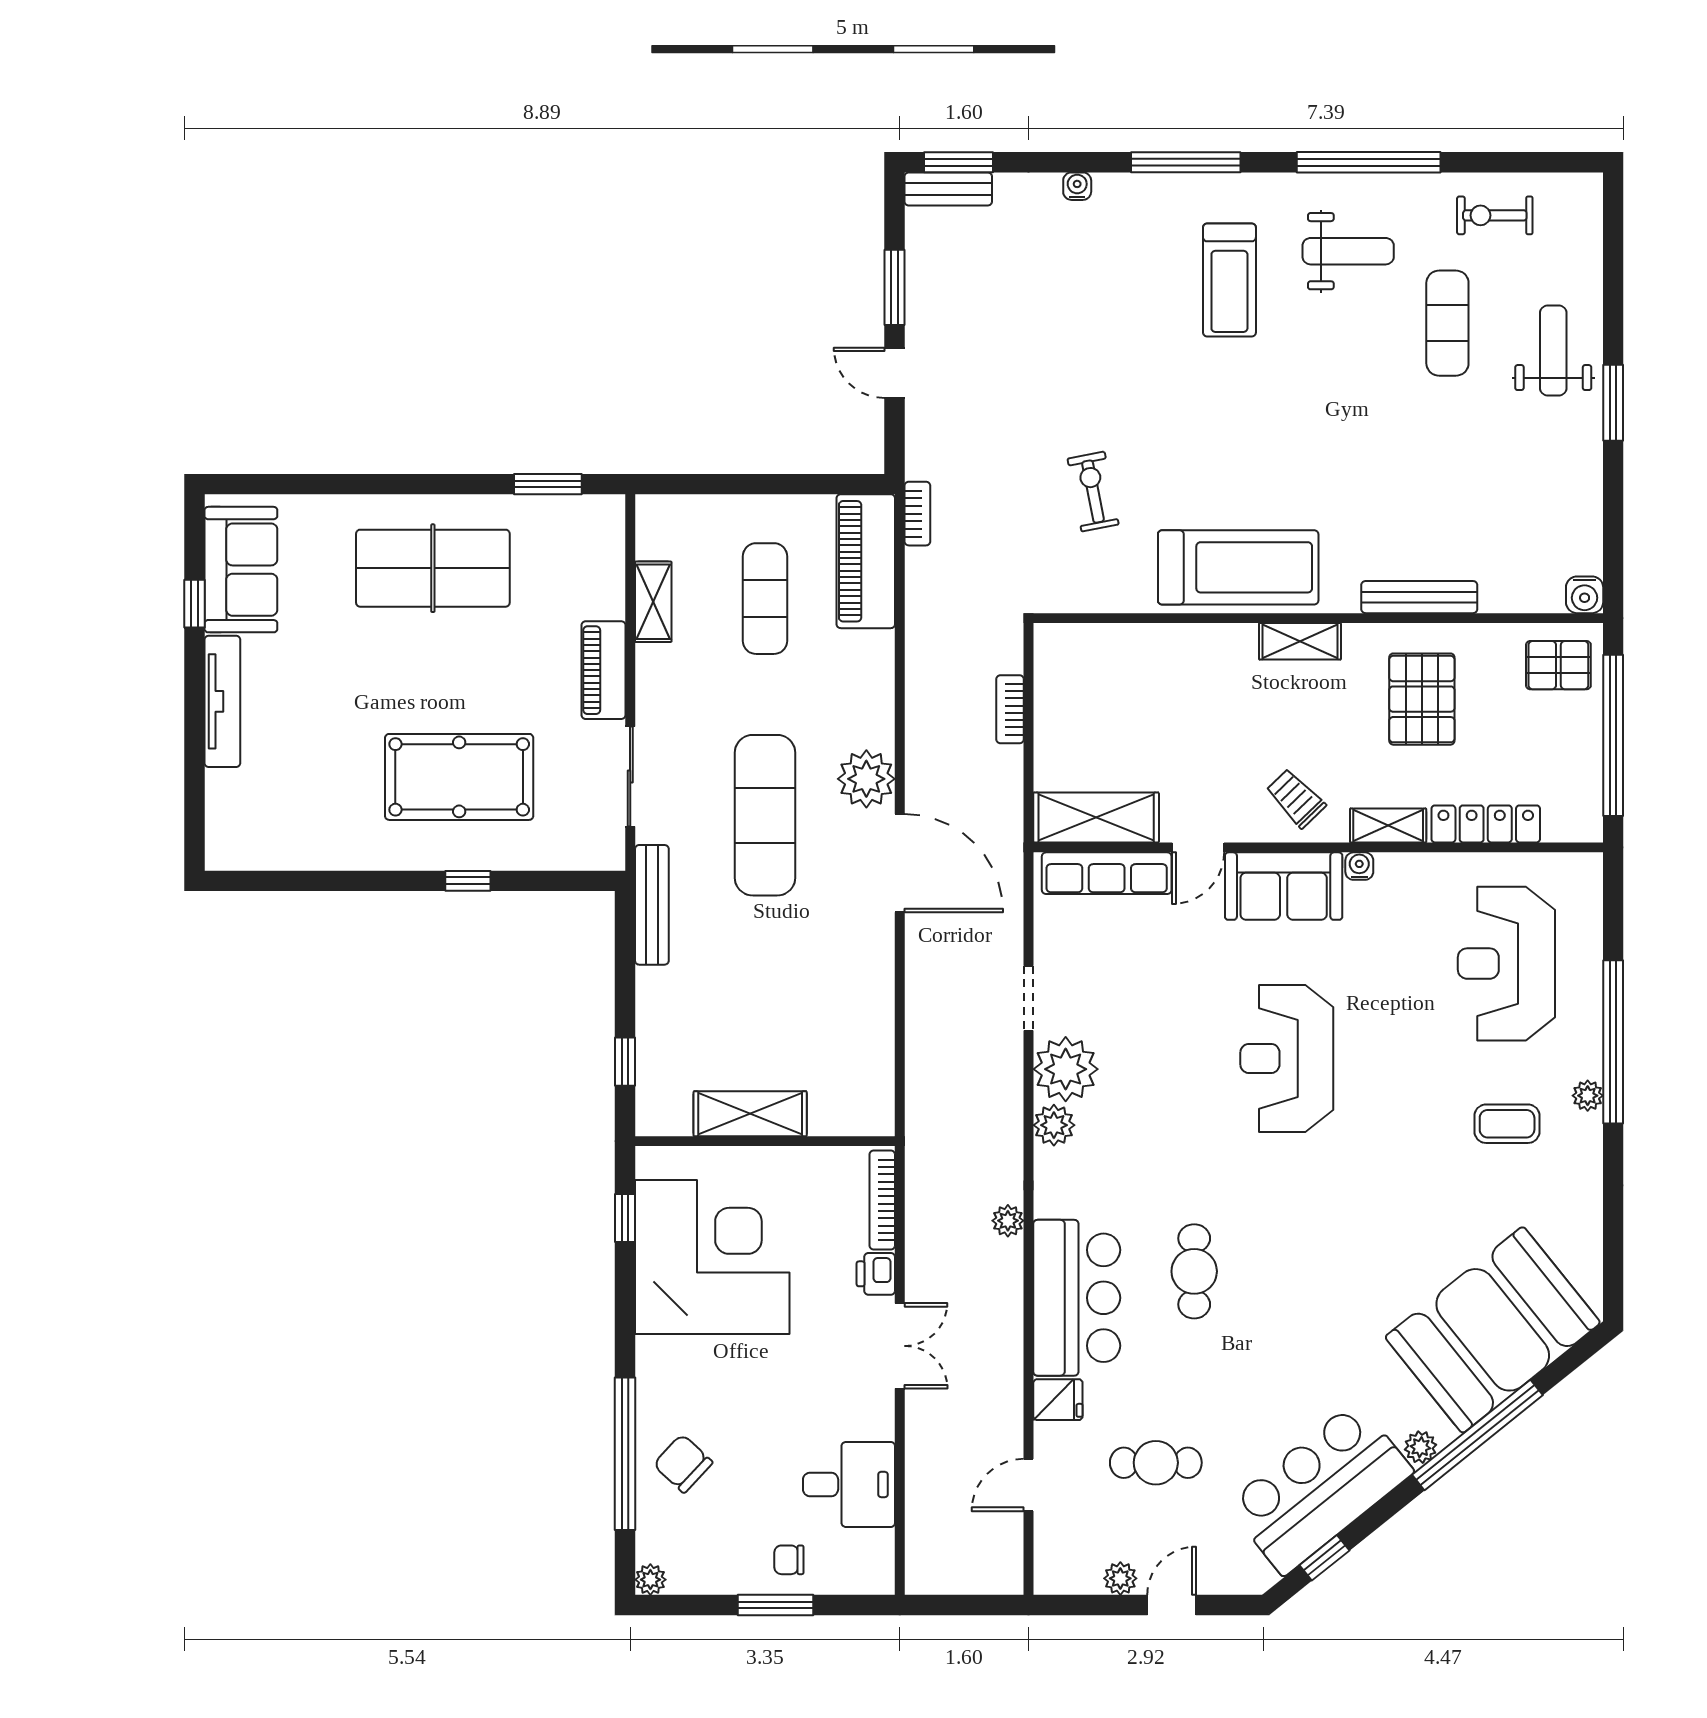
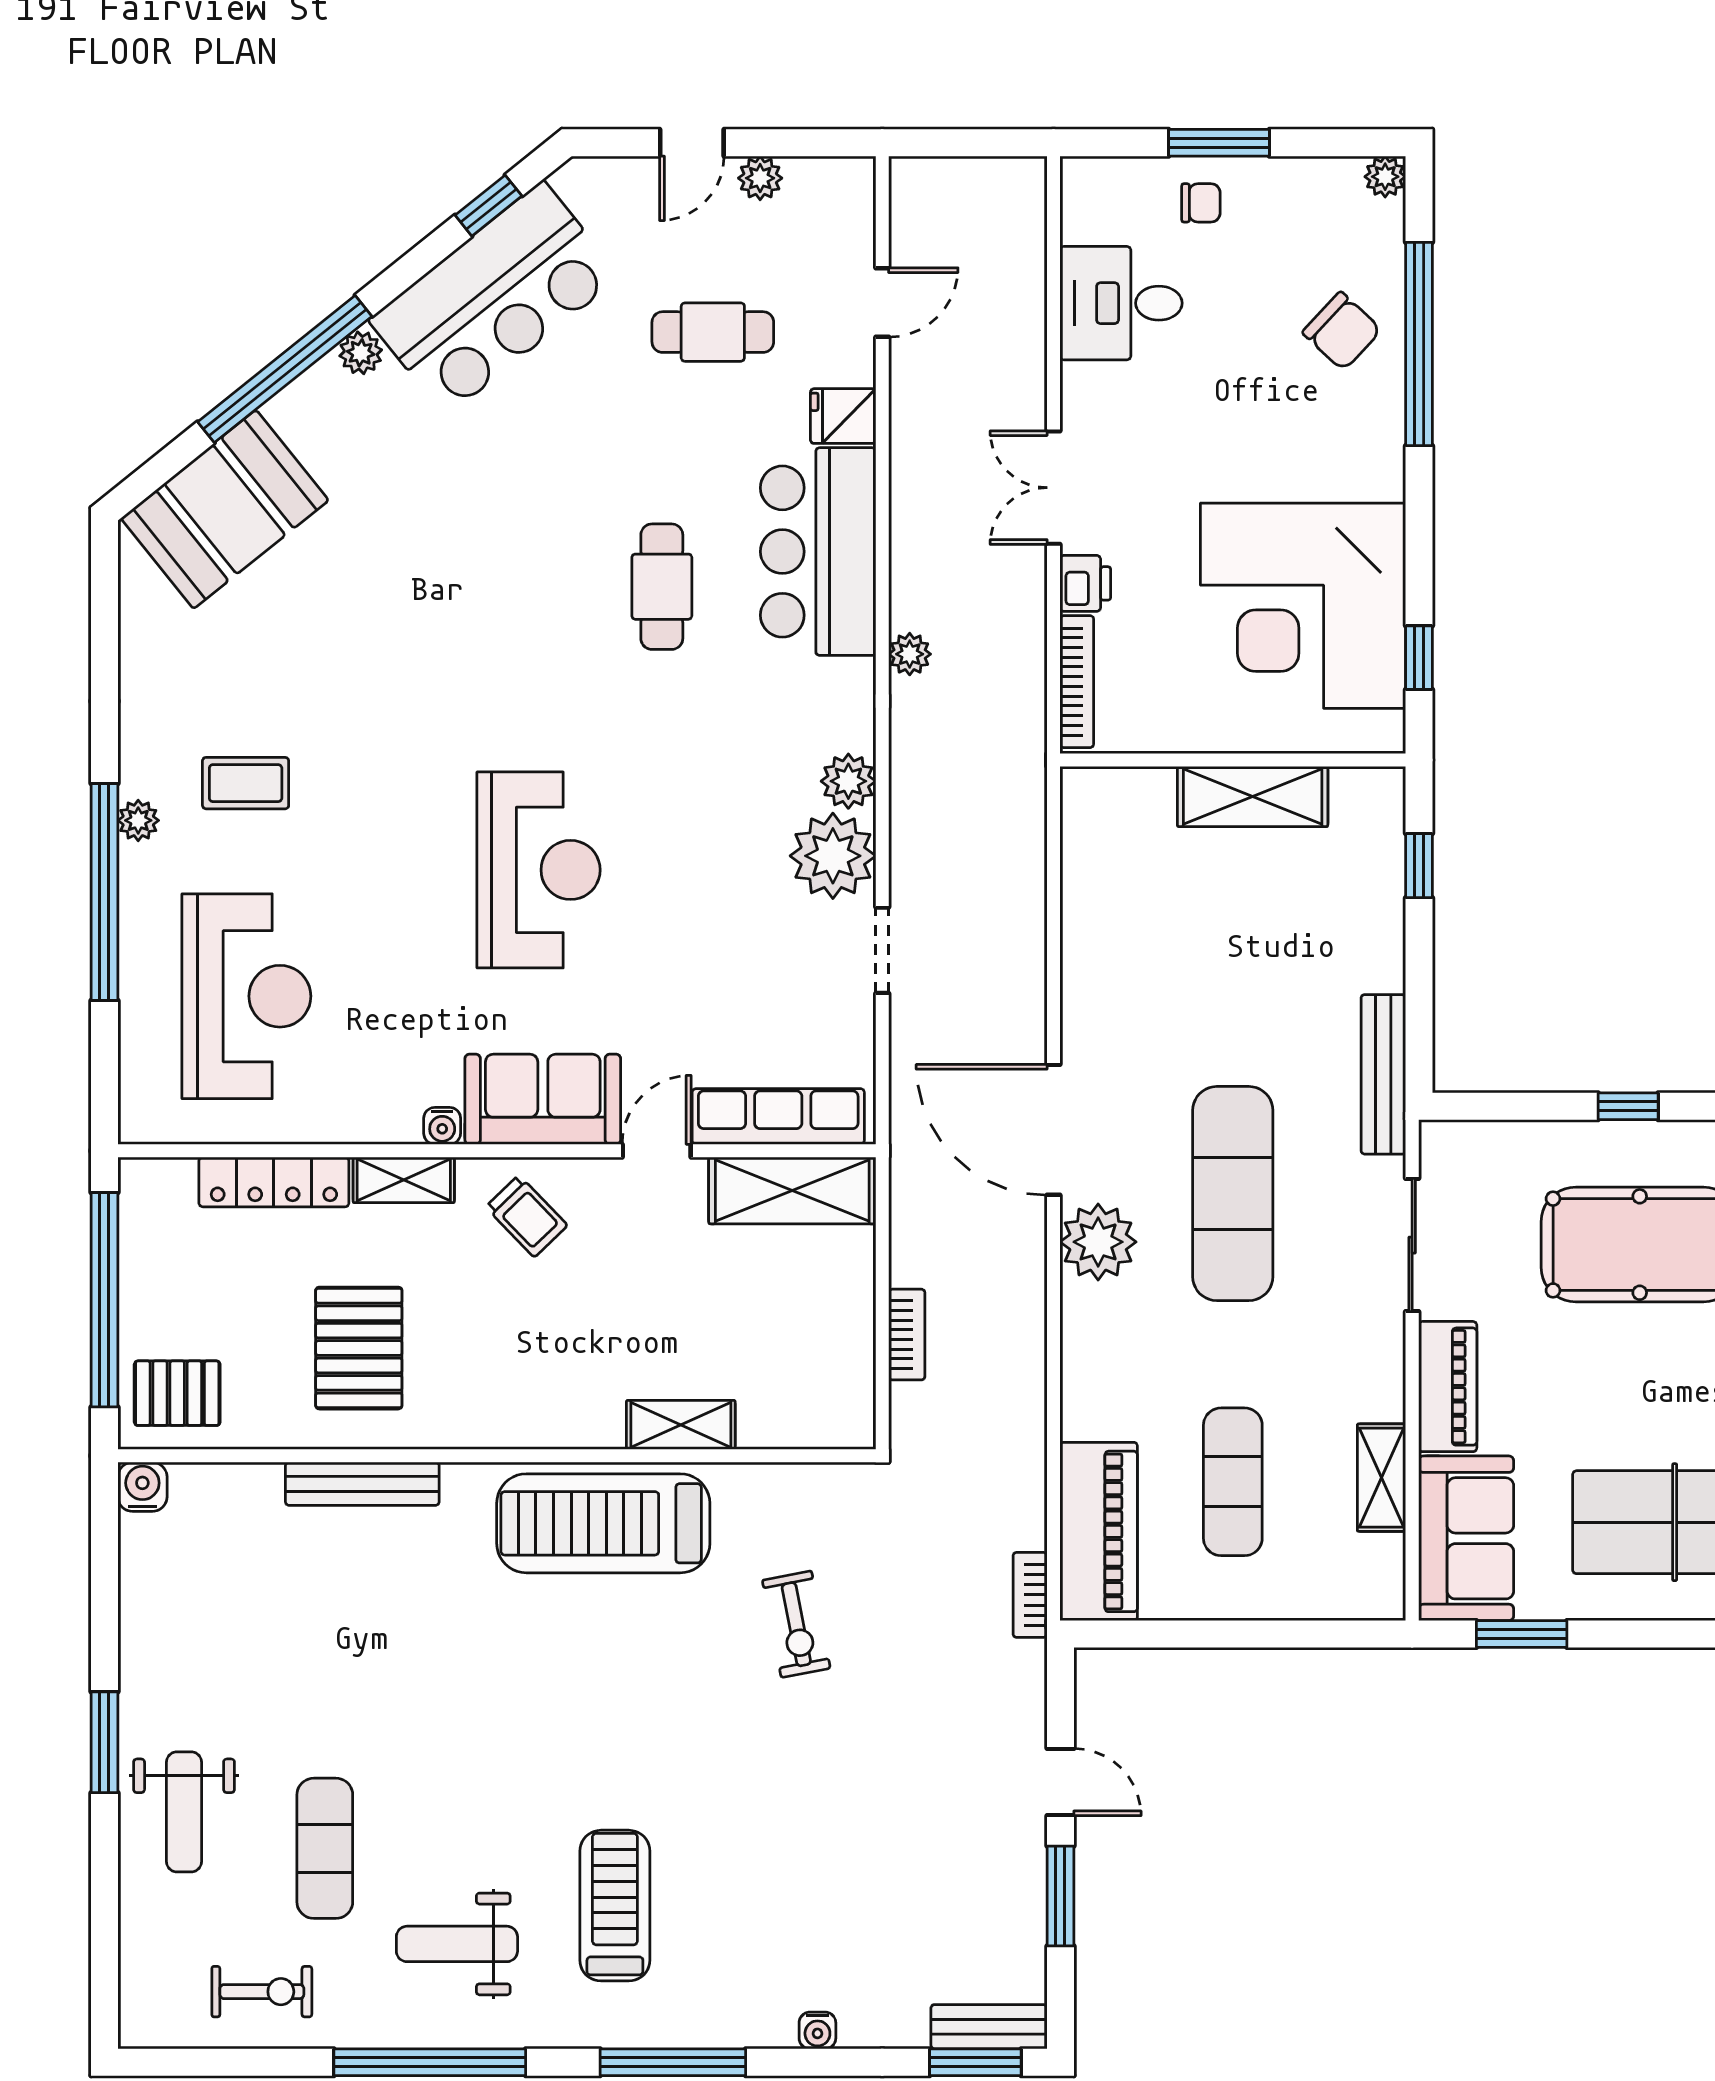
sofa: (590, 556) -> (1466, 1538), added
shelving: (1300, 641) -> (681, 1425), moved
booth: (1493, 1330) -> (225, 509), width x0.73, depth x0.70

